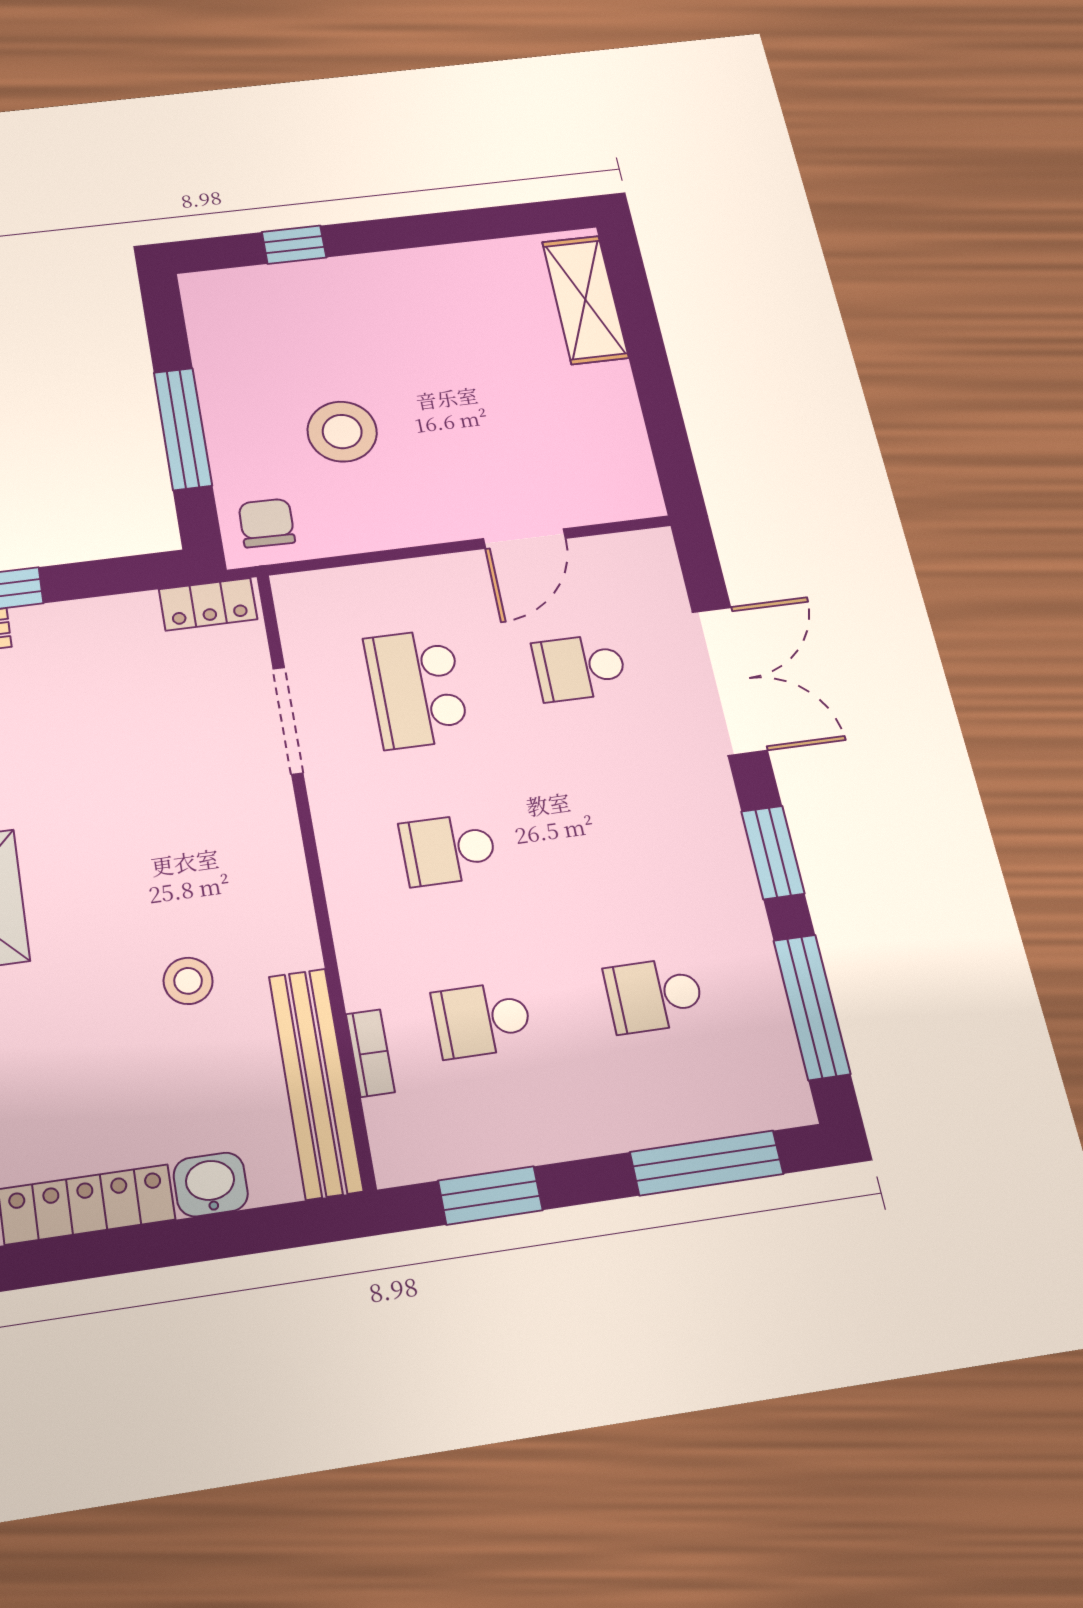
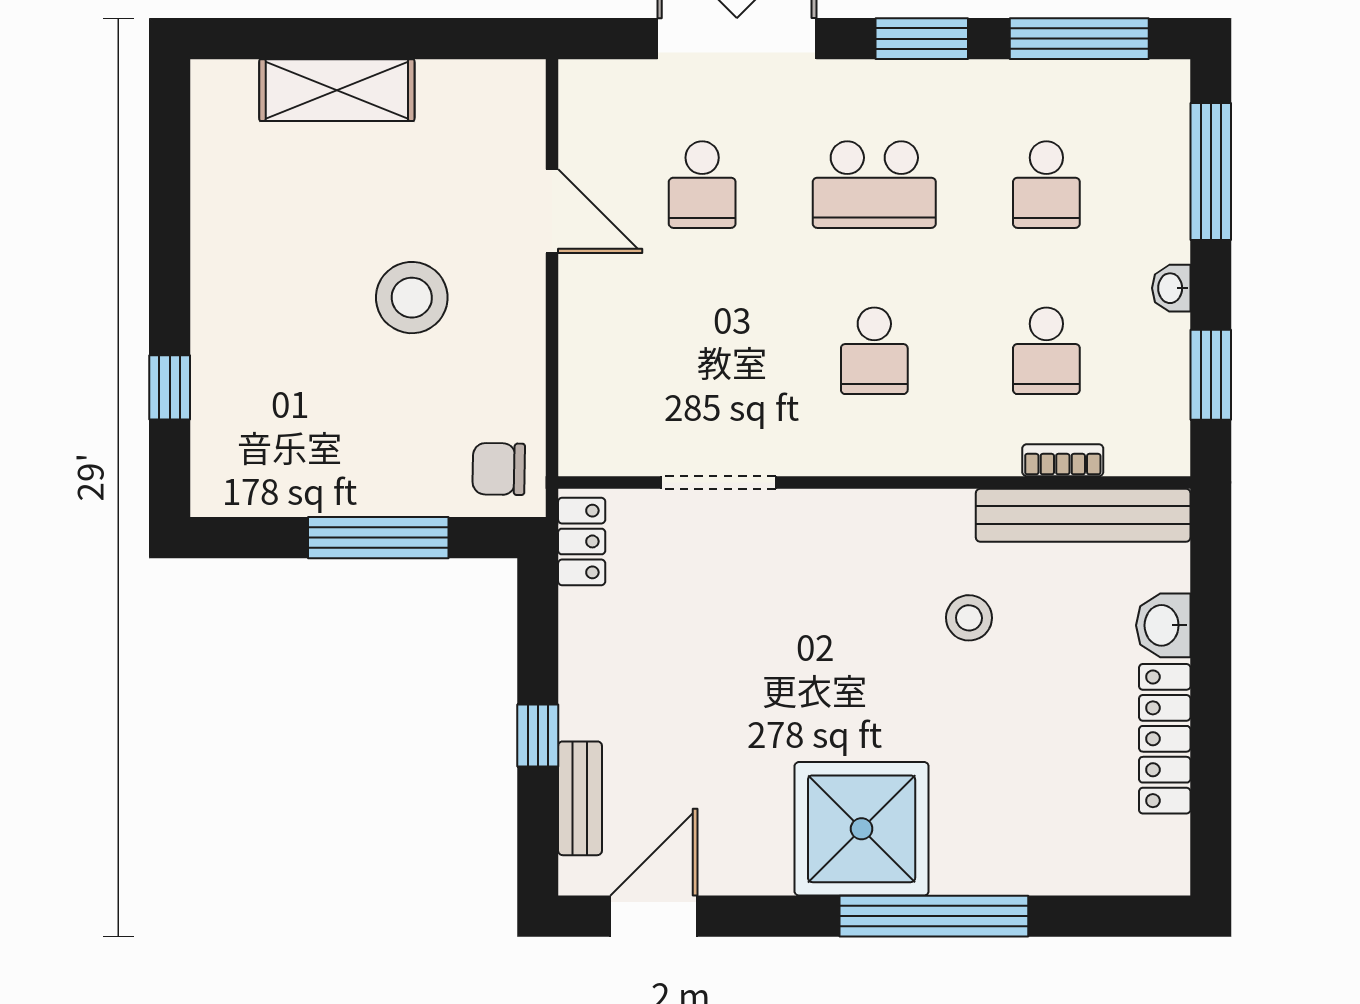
shelving: (585, 300) -> (337, 90), moved
stool: (342, 432) -> (412, 298), moved
school desk: (416, 689) -> (874, 185), moved
washbasin: (574, 1140) -> (1171, 288), added

